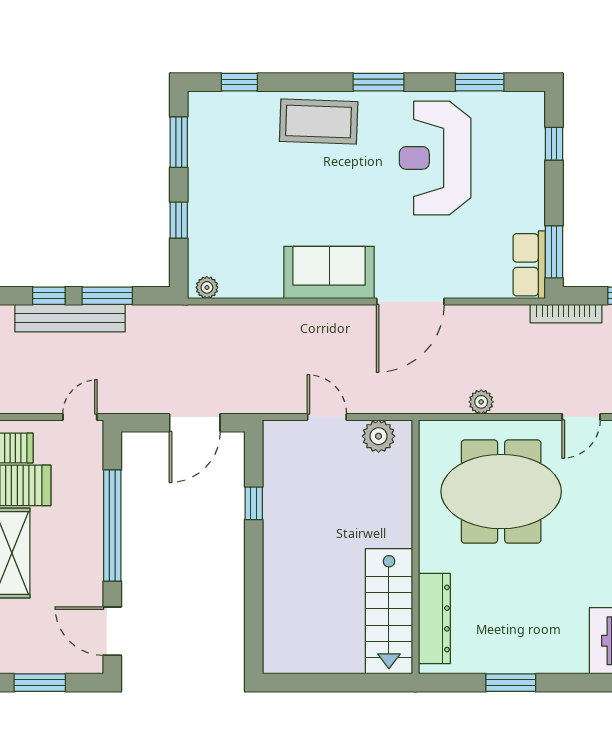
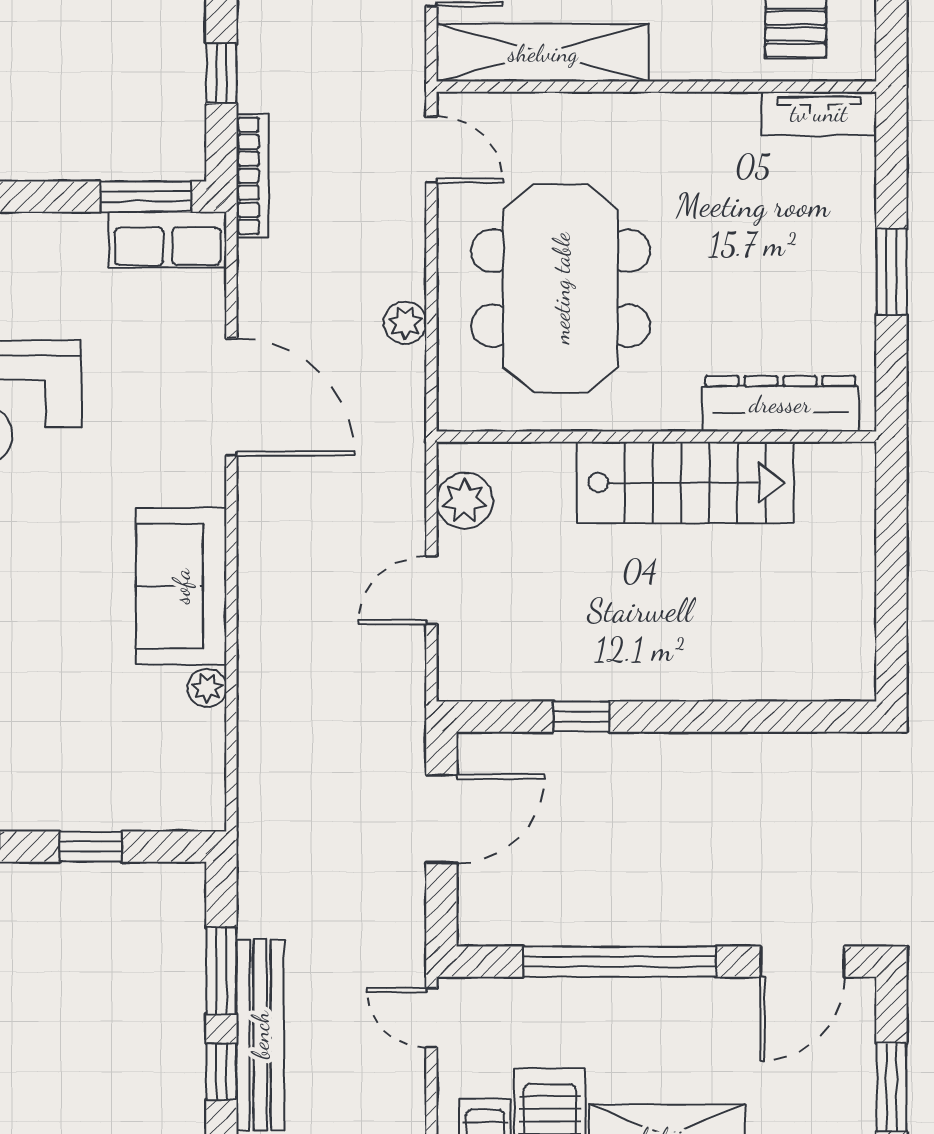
plant: (207, 287) -> (207, 688), moved
door: (410, 302) -> (231, 397), moved
door: (195, 423) -> (441, 819), hinge flipped
stairs: (389, 611) -> (685, 483), moved

